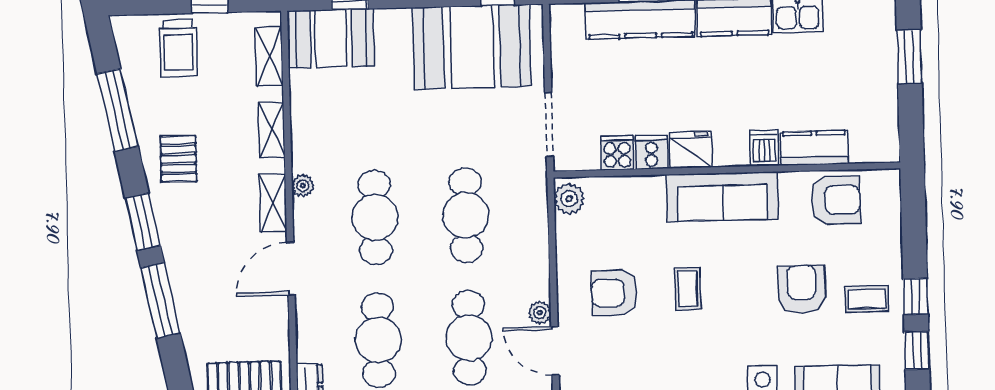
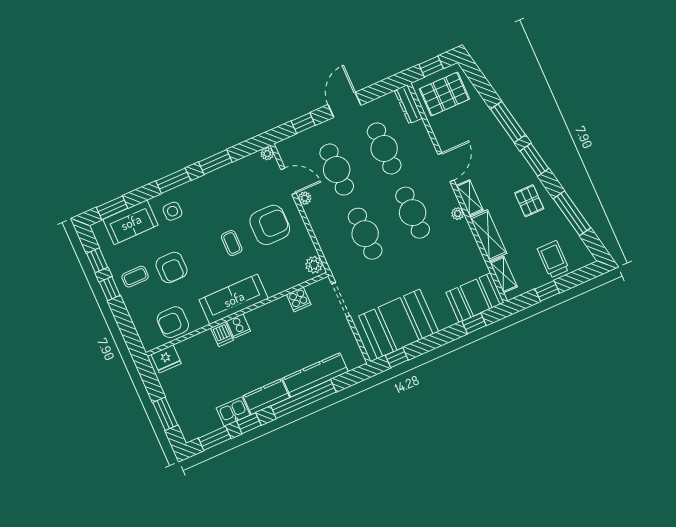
shelving: (272, 130) -> (488, 235), width x1.50, depth x1.33
kitchen counter: (814, 148) -> (196, 345), removed
fridge: (691, 150) -> (166, 359), moved
cooker: (651, 152) -> (239, 326), moved
armchair: (614, 293) -> (270, 225), width x1.36, depth x1.36

